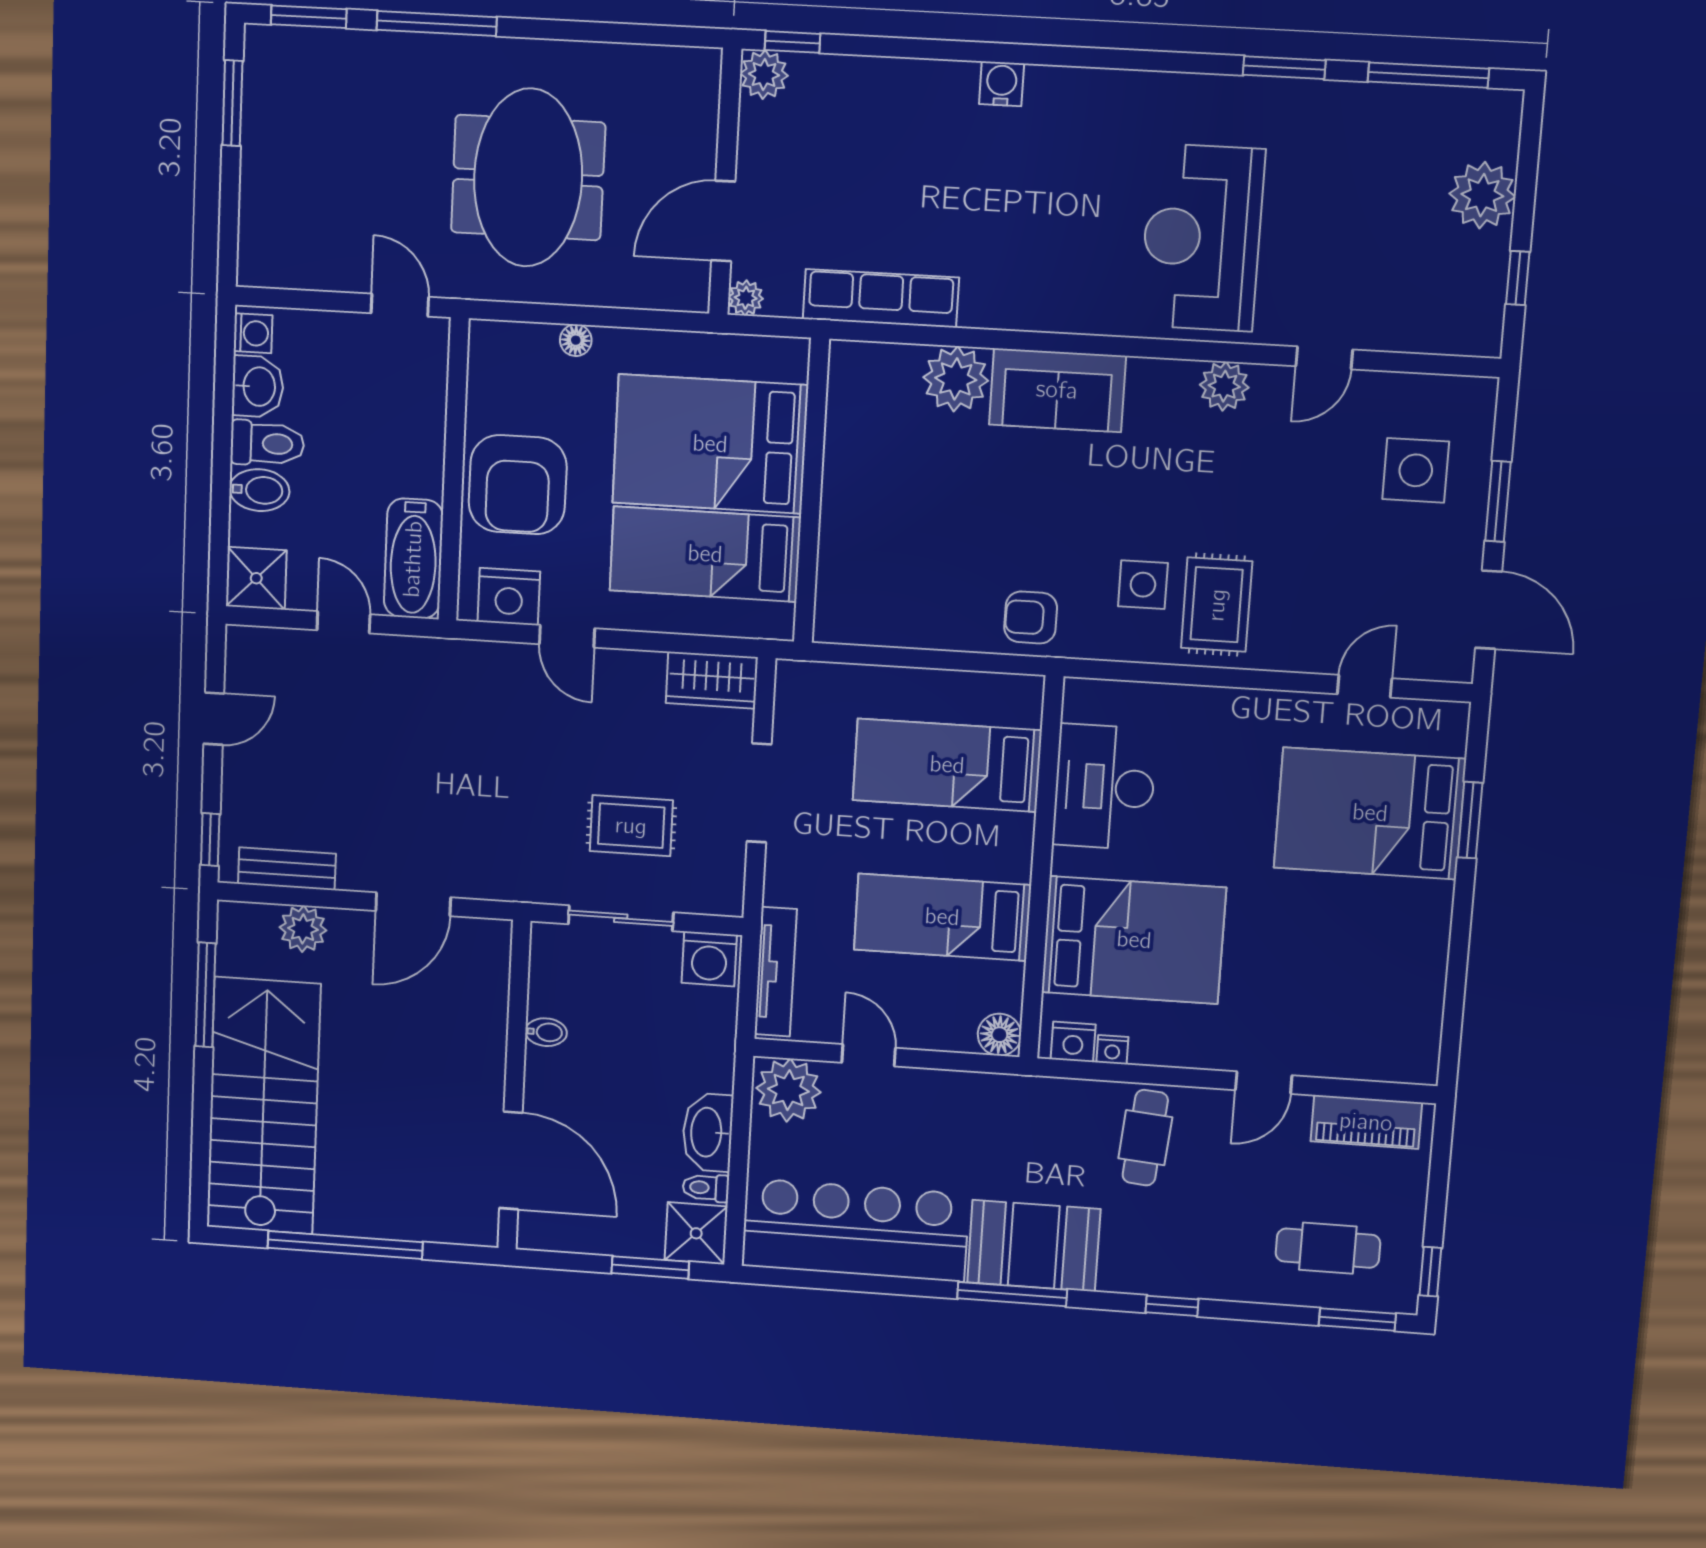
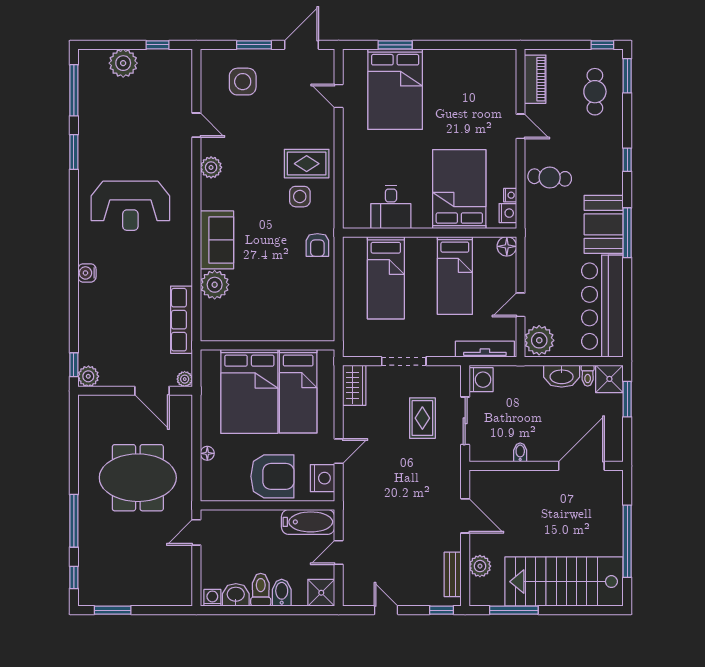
window: (309, 17) -> (74, 577), width x0.67
reception desk: (1202, 238) -> (130, 206), moved
desk: (1104, 787) -> (391, 207), width x0.73

